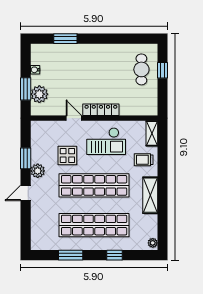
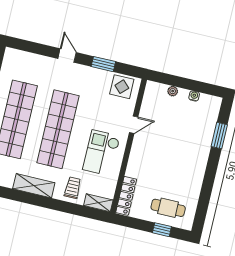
window: (26, 89) -> (176, 81), removed
plant: (39, 94) -> (173, 91), width x0.53, depth x0.53
locker: (101, 110) -> (126, 196), moved
display table: (67, 155) -> (122, 87), moved
plant: (38, 171) -> (87, 74), removed

